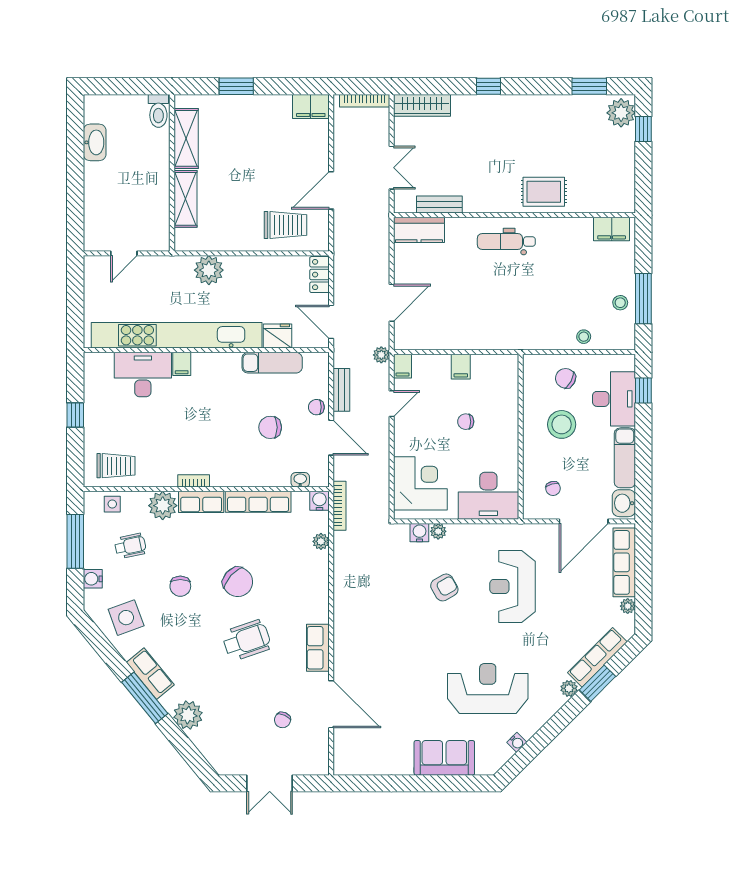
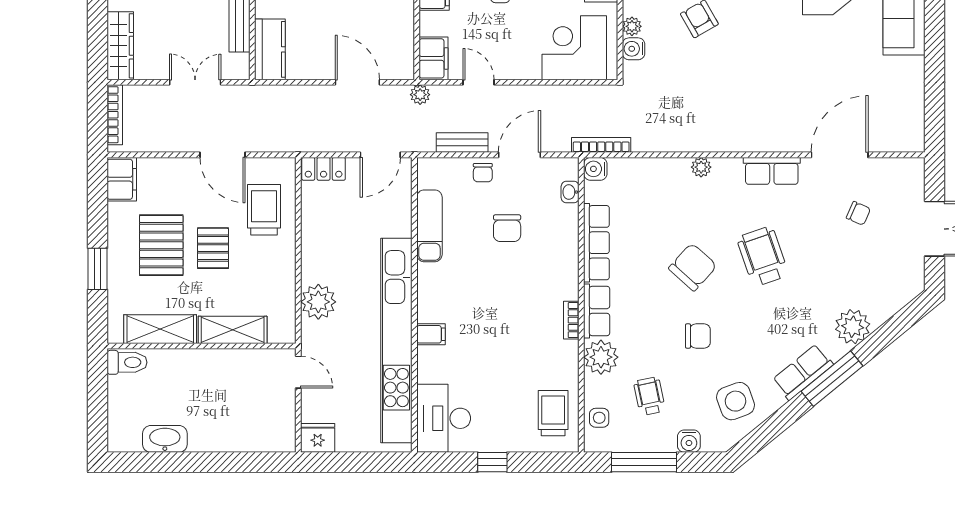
pallet: (256, 139) -> (161, 245), added
pallet: (254, 182) -> (213, 248), added
door: (124, 253) -> (298, 372), moved
fridge: (277, 336) -> (318, 438), moved, turned 90
filing cabinet: (403, 366) -> (434, 58), width x2.00
desk: (143, 375) -> (444, 418), moved
plant: (321, 541) -> (701, 167), moved

